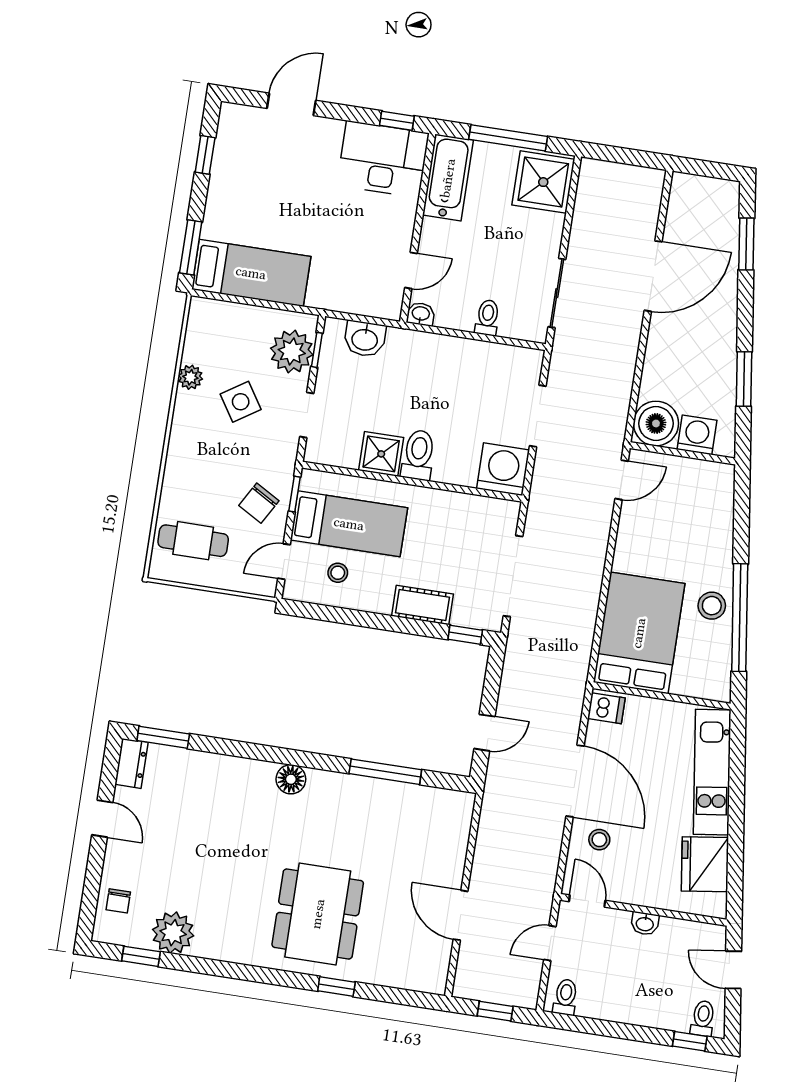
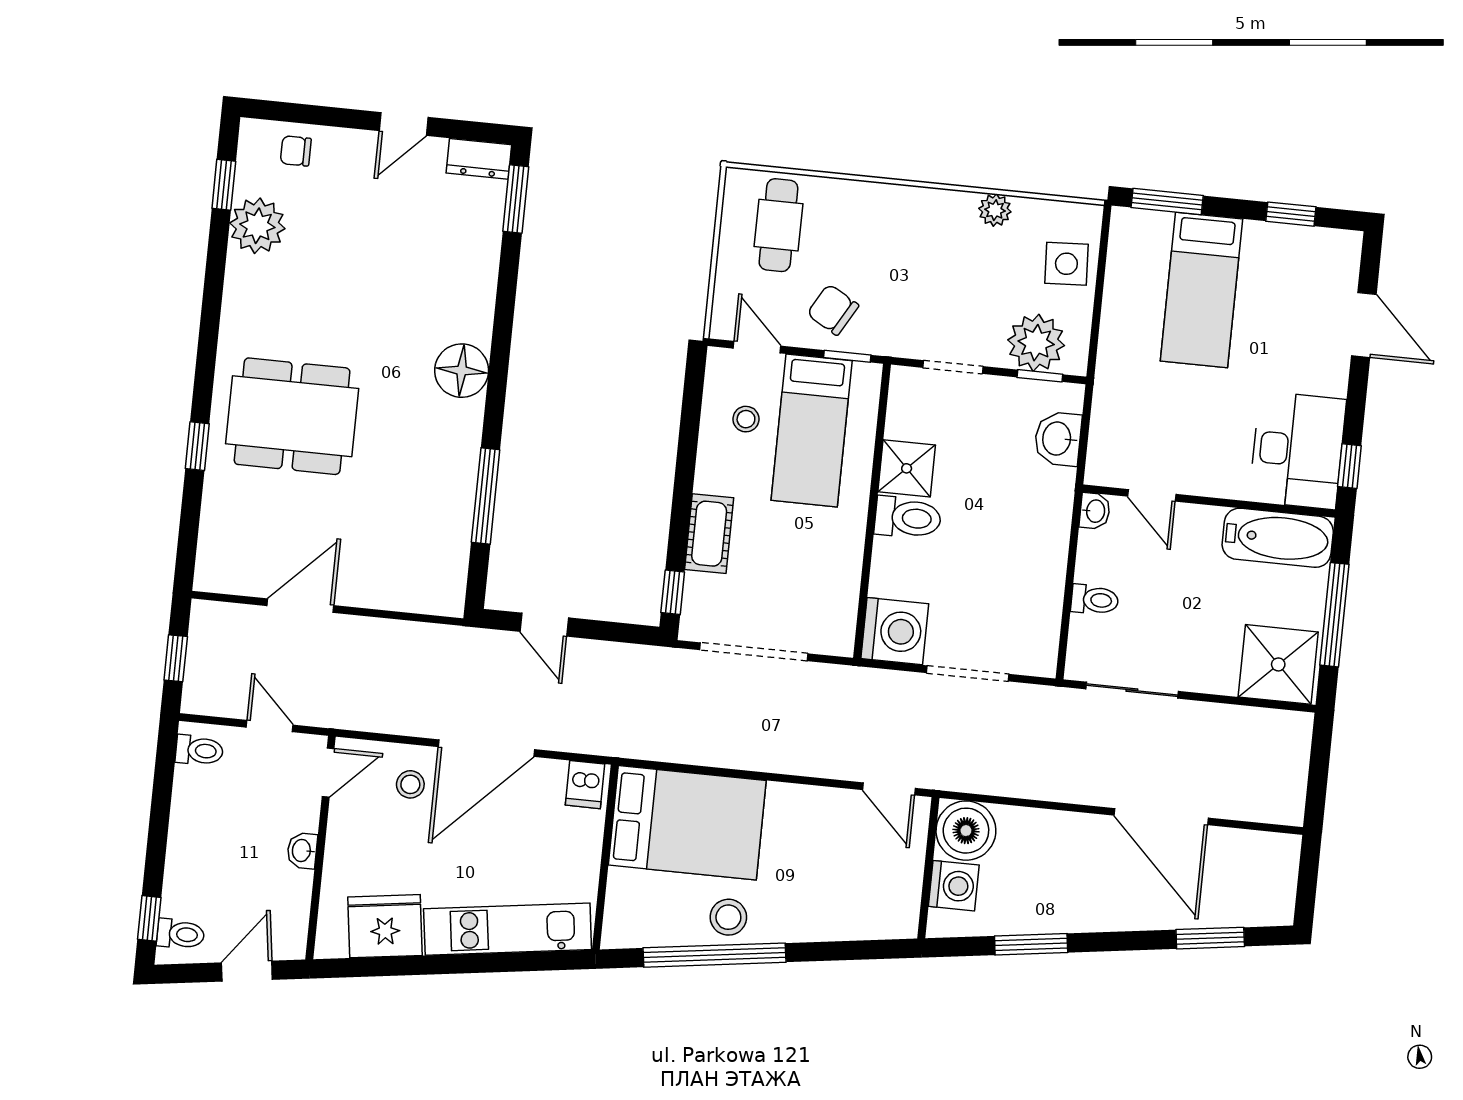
bed: (251, 273) -> (1202, 290), moved
side table: (241, 402) -> (1066, 264), moved, turned 30
floor lamp: (291, 779) -> (462, 371), width x1.38, depth x1.38

